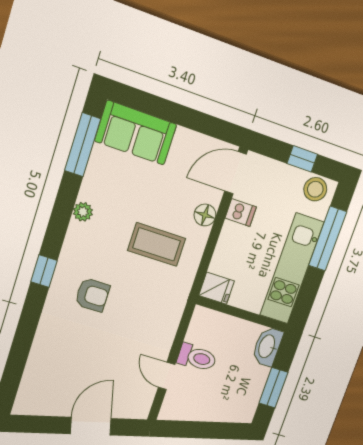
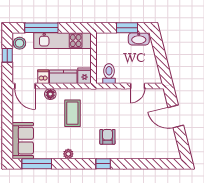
kitchen counter: (228, 249) -> (63, 77), added
washbasin: (267, 347) -> (139, 39), moved
toilet: (197, 358) -> (109, 74), moved

